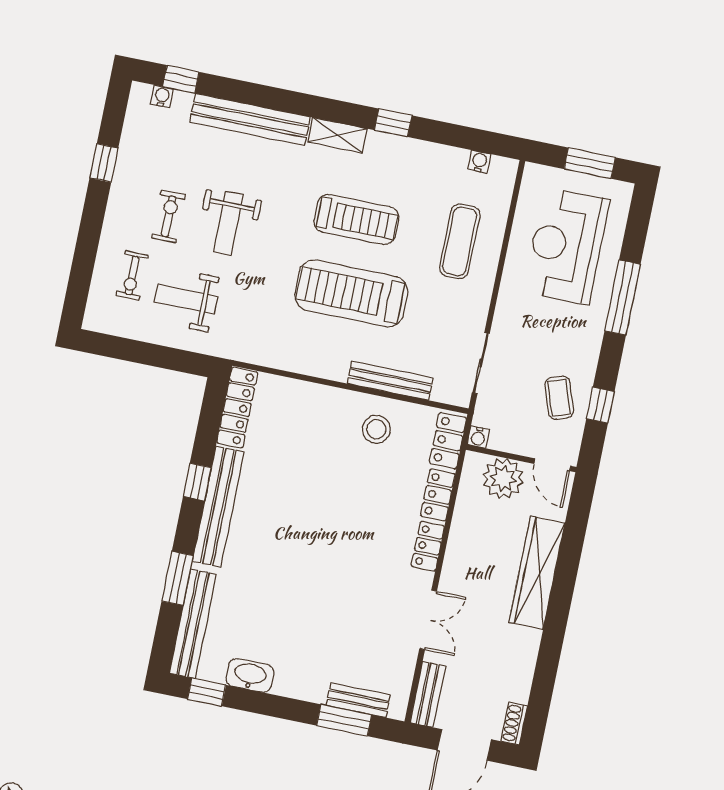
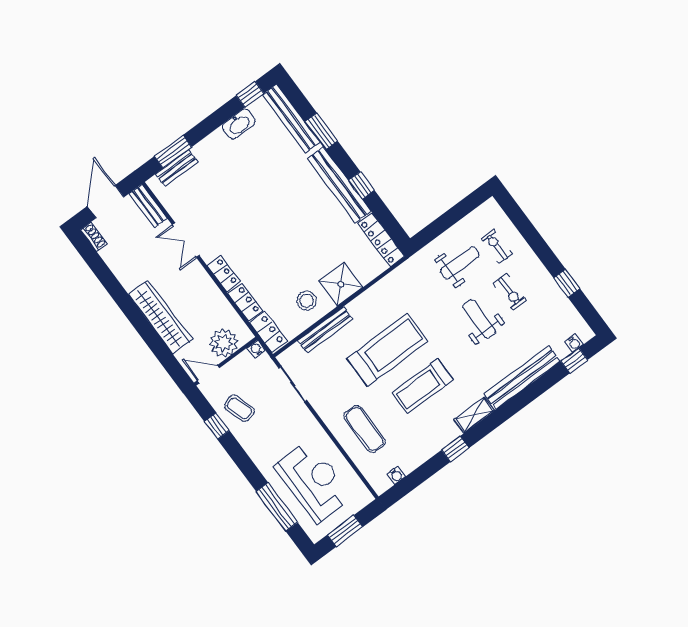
window: (622, 298) -> (277, 507), moved
shower: (325, 408) -> (341, 284), added

